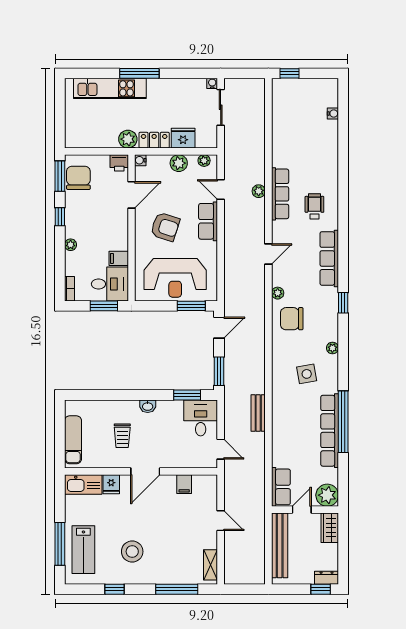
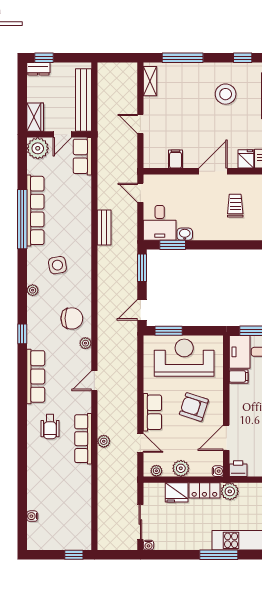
washbasin: (148, 406) -> (185, 234), moved

